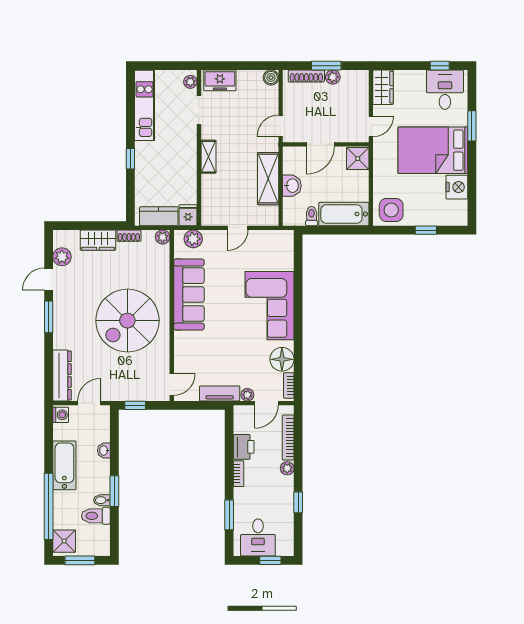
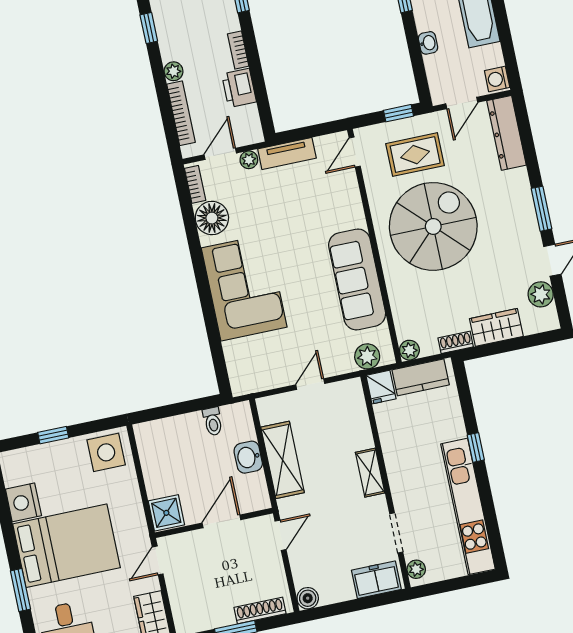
plant: (333, 77) -> (224, 617), removed
kitchen unit: (145, 105) -> (468, 506), width x1.36
bathtub: (344, 214) -> (169, 433), removed
rug: (130, 374) -> (415, 155), added

